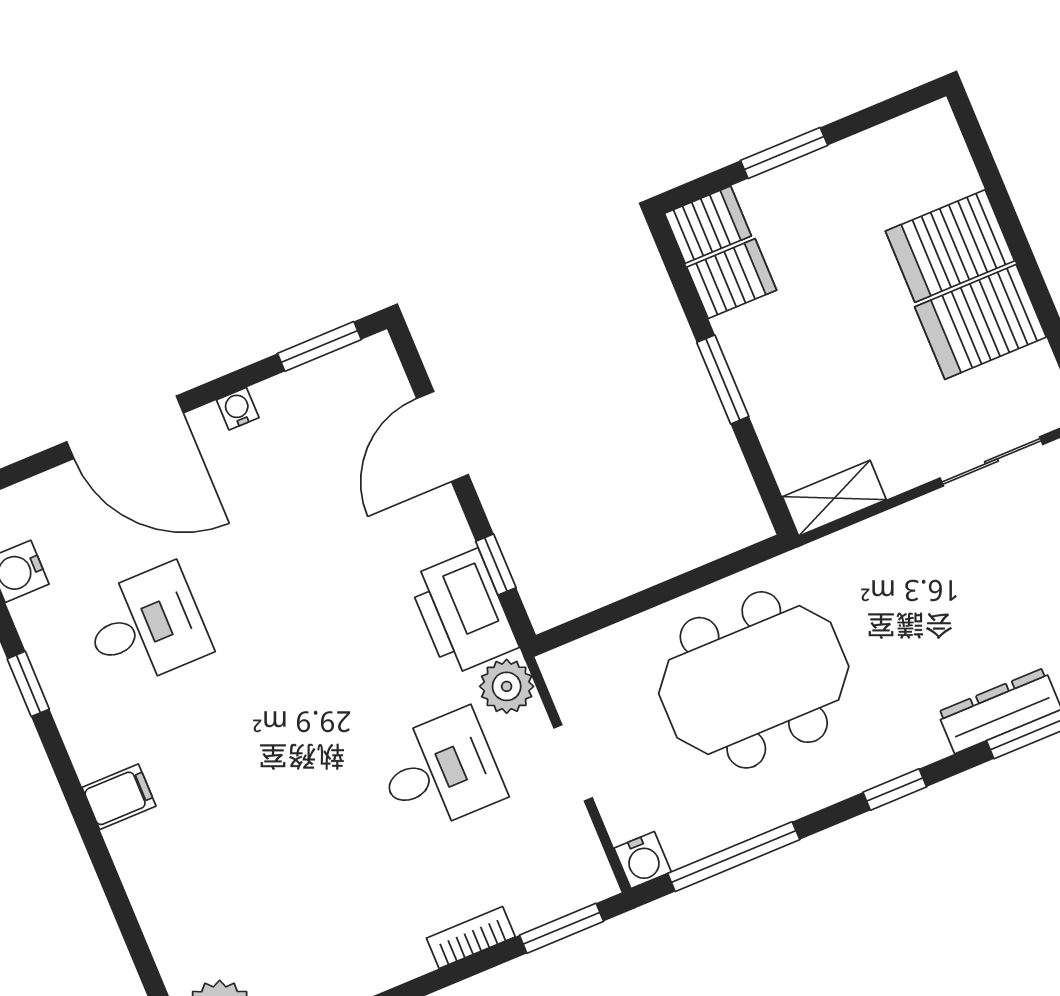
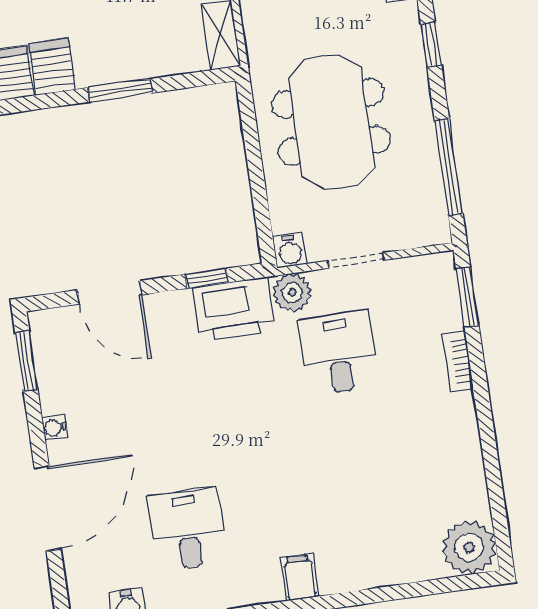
water cooler: (643, 860) -> (290, 251), moved, turned 90

